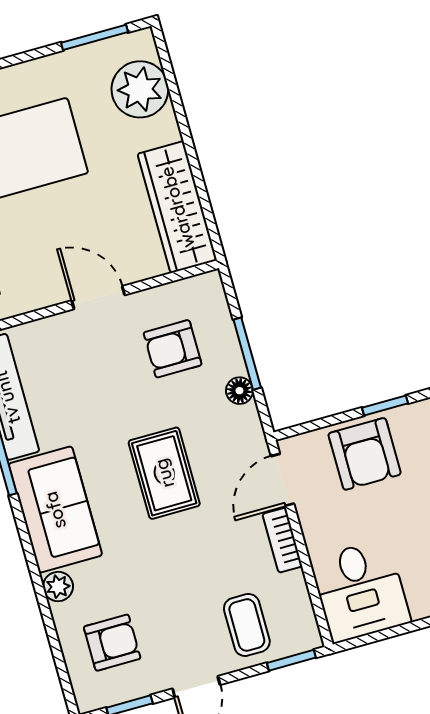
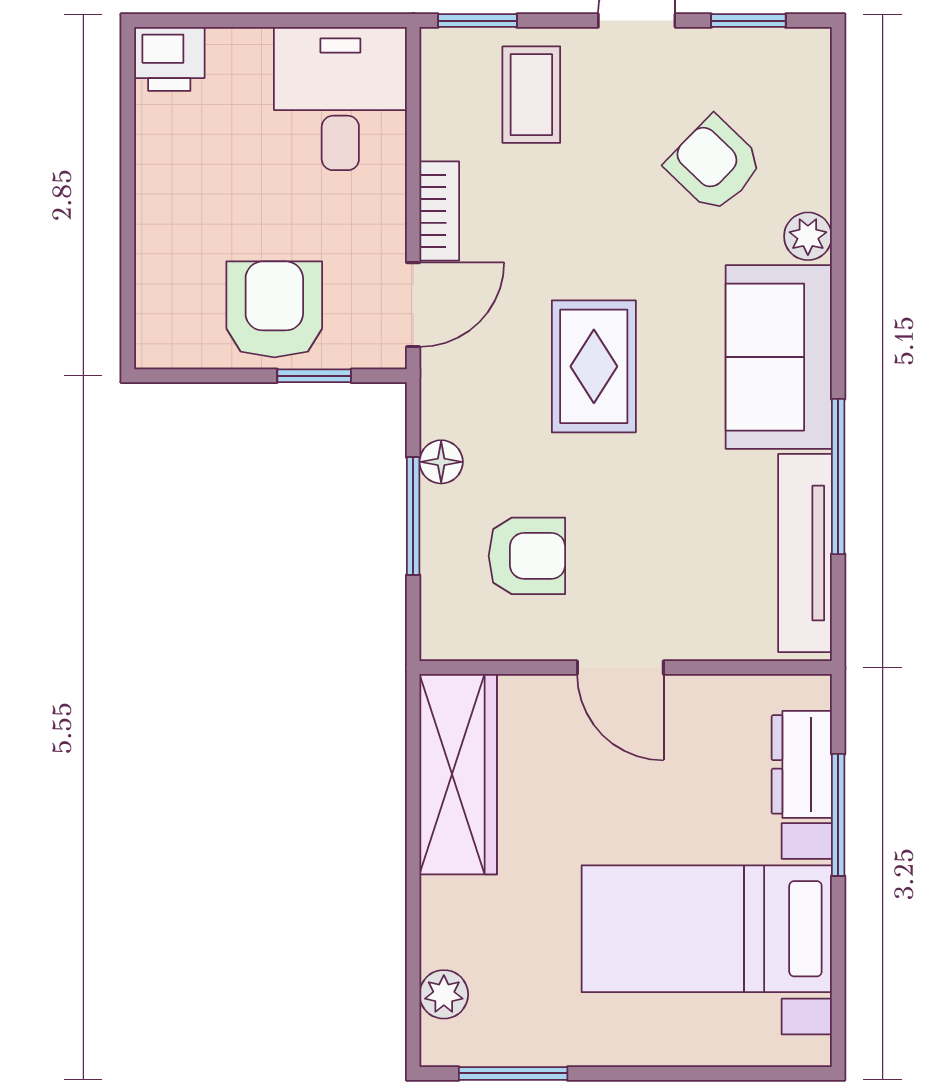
plant: (140, 89) -> (444, 994), width x0.53, depth x0.53
window: (385, 405) -> (314, 376), moved
armchair: (112, 643) -> (714, 164), moved, turned 44

